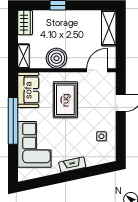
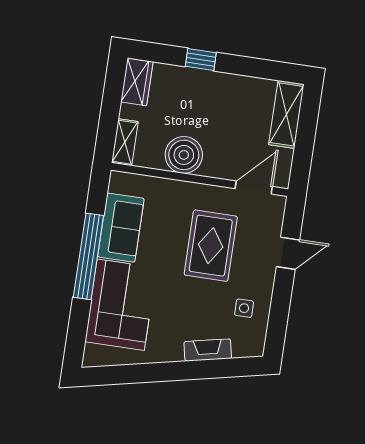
sofa: (28, 90) -> (121, 228), moved
rug: (65, 100) -> (211, 246), moved
fireplace: (72, 165) -> (208, 350), moved

